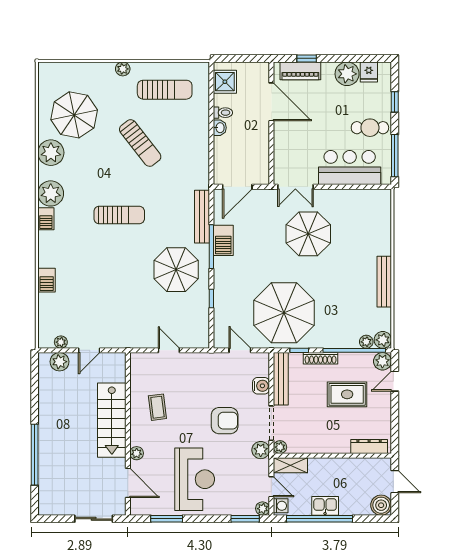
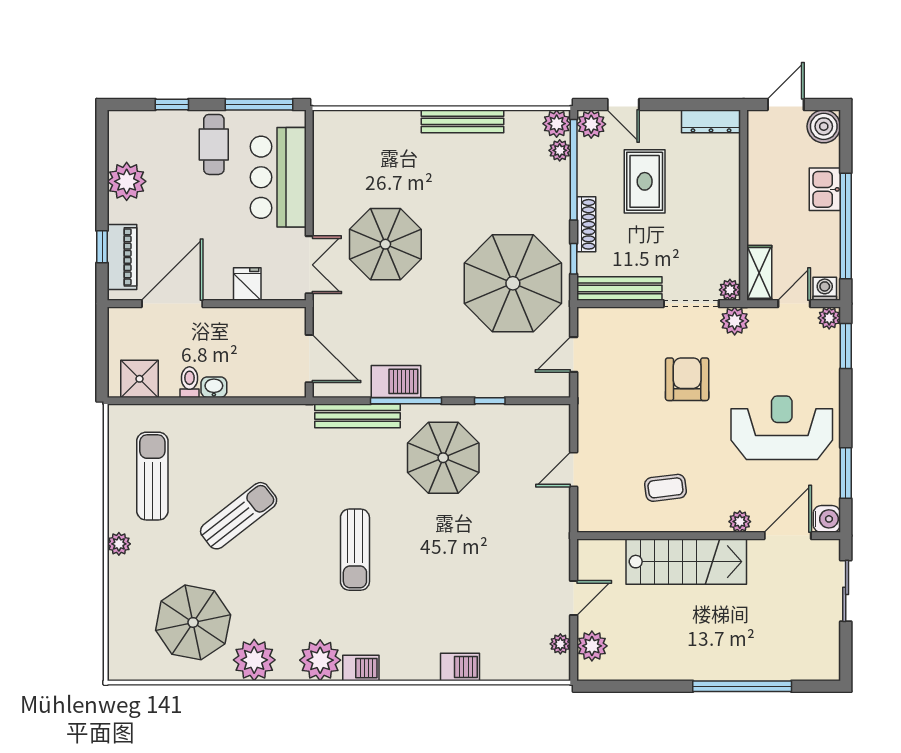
fridge: (369, 72) -> (247, 284), moved, turned -90
sun lounger: (119, 215) -> (355, 550), turned 180
door: (89, 350) -> (574, 598), hinge flipped
water cooler: (261, 386) -> (827, 519), moved, turned 90
dresser: (369, 447) -> (711, 121), moved, turned -90
kitchen sink: (325, 506) -> (825, 189), moved

